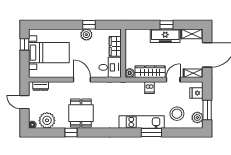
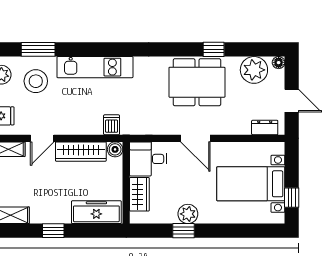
freezer: (165, 36) -> (96, 212), moved
dishwasher: (149, 88) -> (112, 125), moved
dining table: (81, 113) -> (197, 82), width x1.38
window: (151, 133) -> (38, 49), moved

